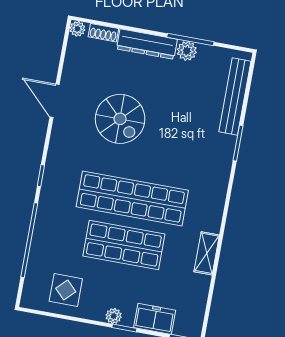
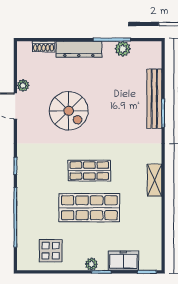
plant: (77, 29) -> (23, 85), moved
plant: (187, 51) -> (123, 49), moved
bench: (235, 97) -> (154, 99), moved
shop shelf: (132, 198) -> (89, 171), width x0.50, depth x0.74
shelving: (207, 253) -> (154, 180), moved

